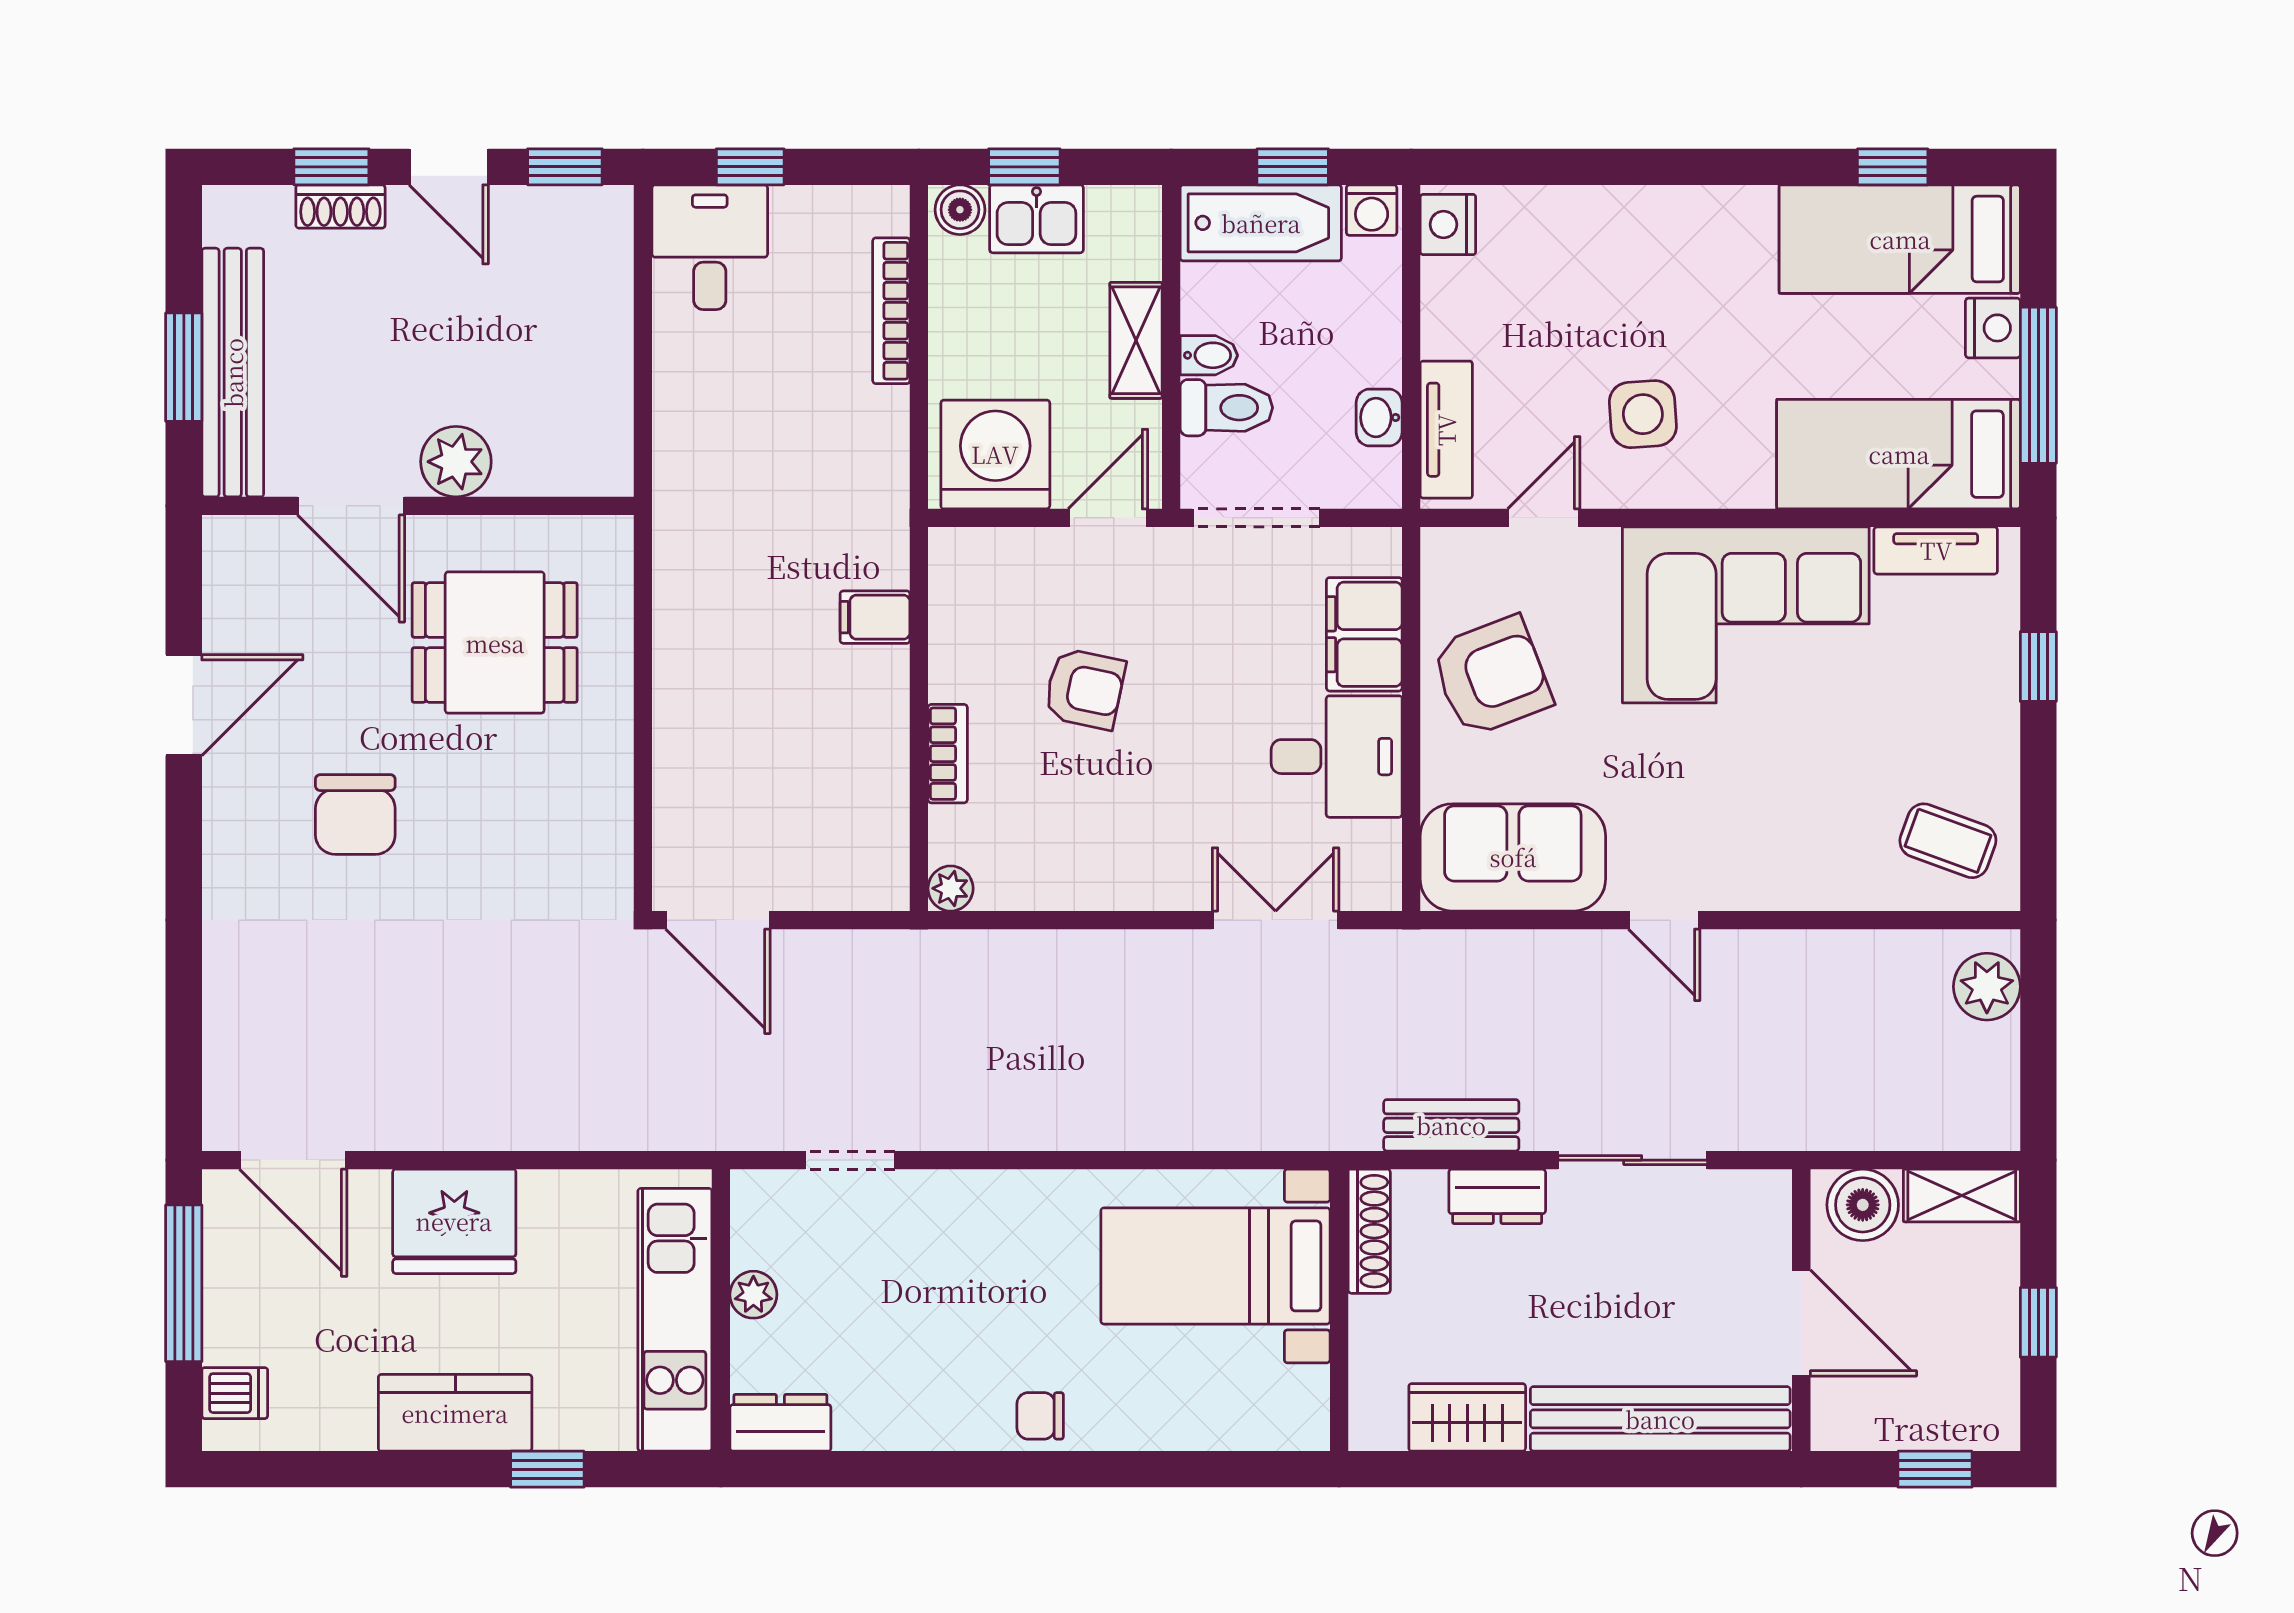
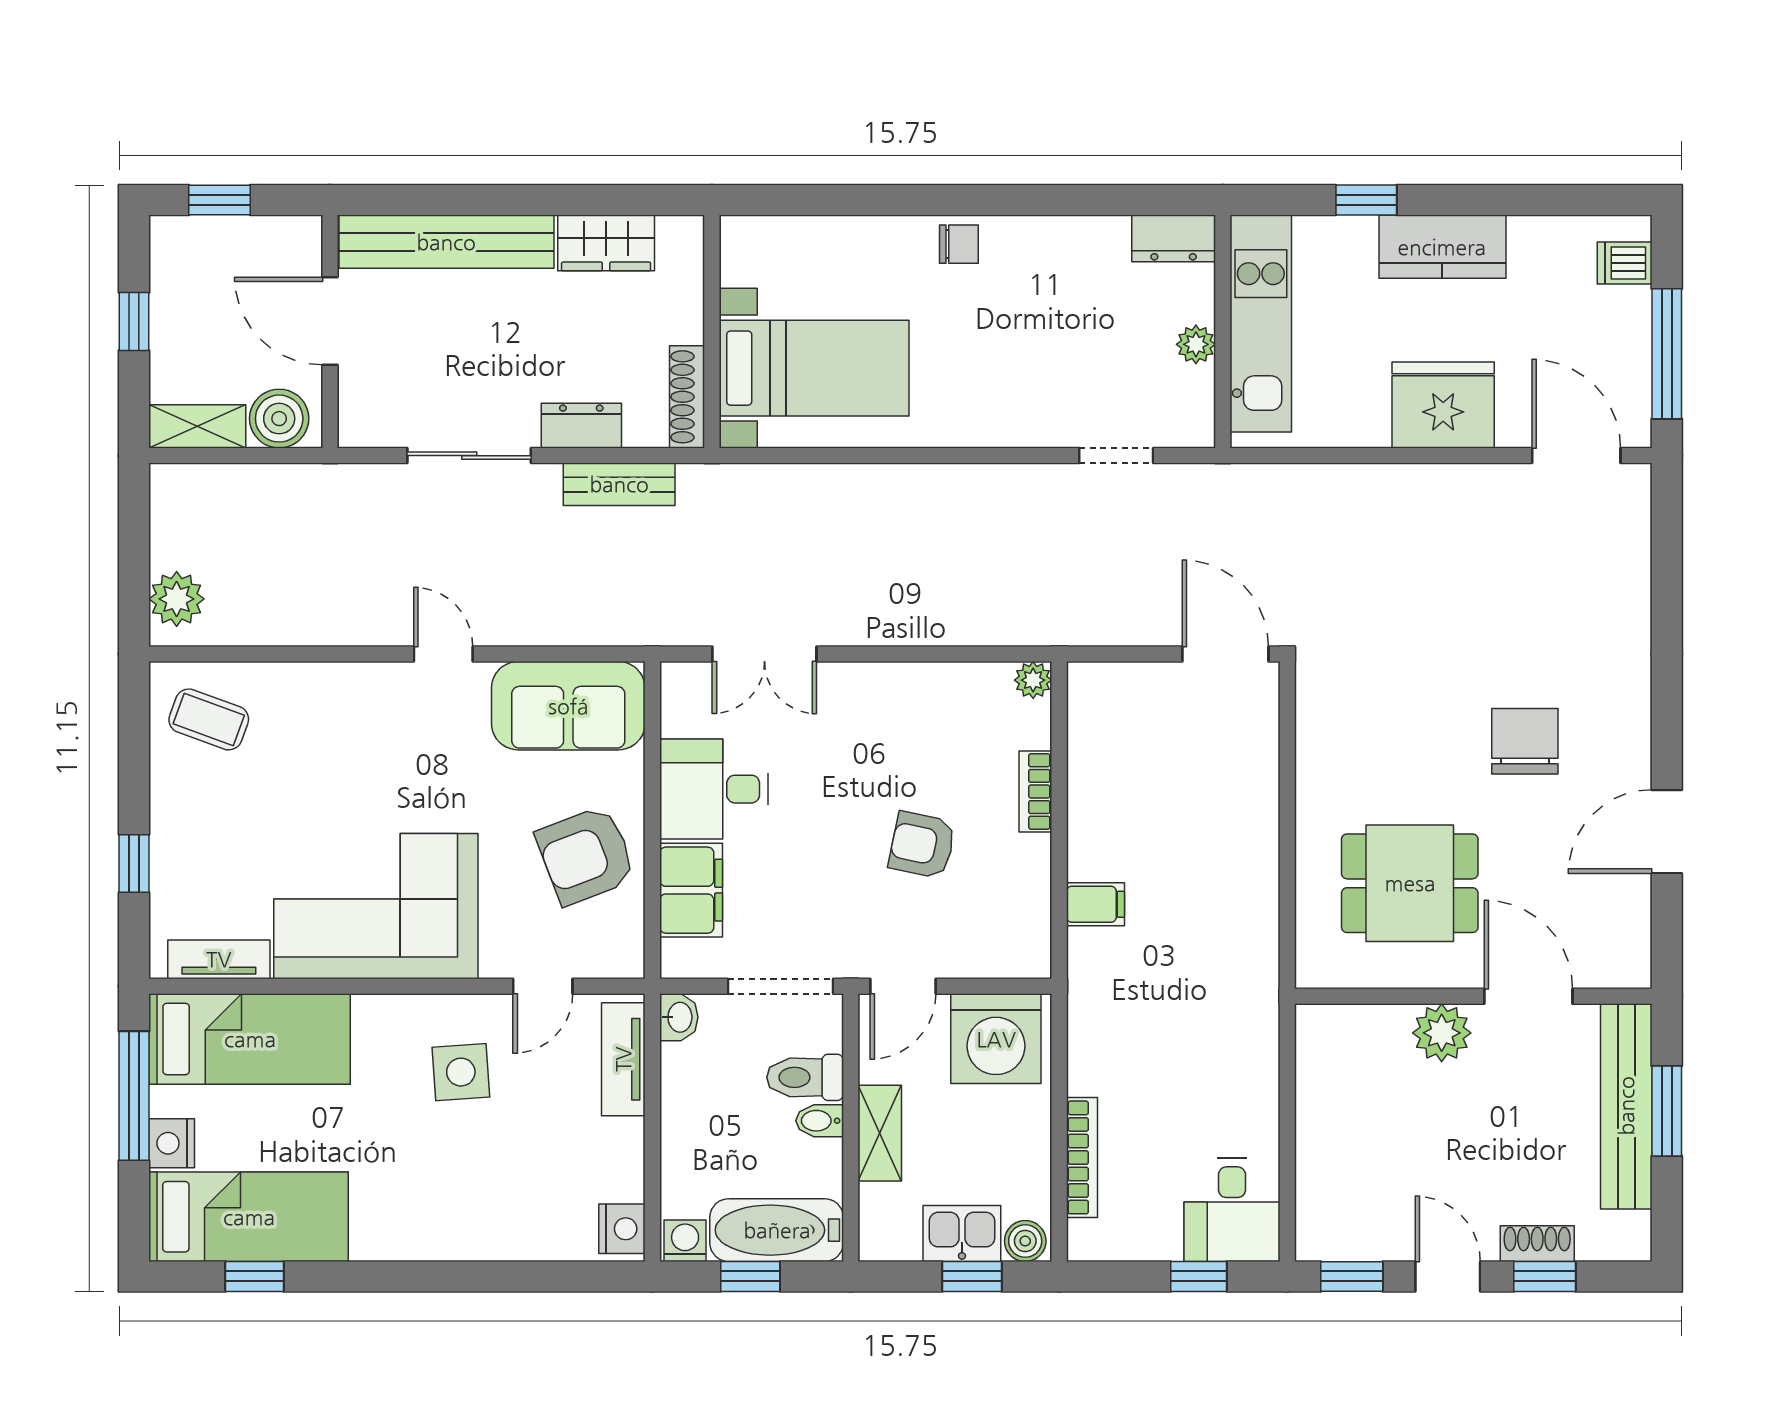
washbasin: (1379, 417) -> (679, 1017), moved

